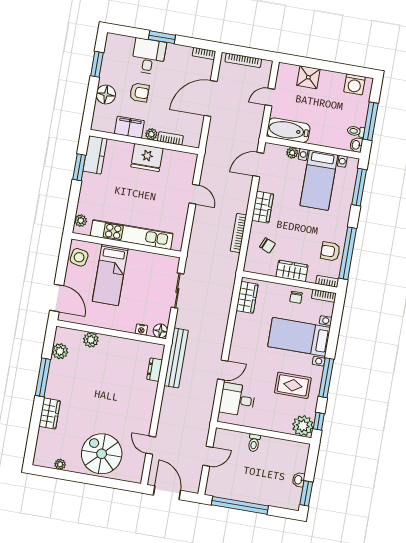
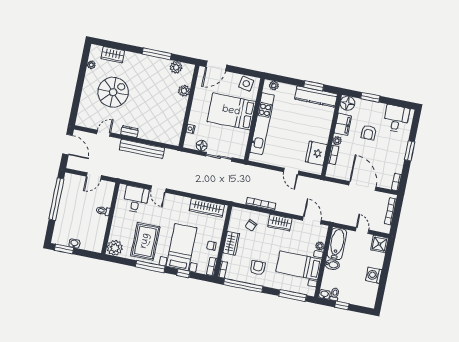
desk: (149, 56) -> (396, 119), moved, turned -90
window: (97, 64) -> (370, 97), moved
shower: (308, 77) -> (379, 244), moved
washing machine: (355, 84) -> (374, 275), moved
floor lamp: (106, 94) -> (347, 103), moved
window: (371, 121) -> (342, 306), width x0.46
bidet: (316, 136) -> (332, 265), added
kitchen counter: (95, 155) -> (316, 97), width x1.50
fridge: (147, 158) -> (316, 153), moved
door: (194, 194) -> (291, 171), hinge flipped
armchair: (330, 251) -> (258, 268), moved
bed: (110, 275) -> (231, 111), width x1.50
wardrobe: (247, 297) -> (207, 208), width x1.50
floor lamp: (160, 331) -> (202, 146), moved
bench: (176, 358) -> (142, 149), moved
dresser: (155, 370) -> (129, 132), moved
rug: (293, 385) -> (145, 241), width x1.36, depth x1.43
wardrobe: (50, 414) -> (113, 55), moved
window: (319, 421) -> (183, 273), moved
spiral stairs: (102, 454) -> (113, 92), moved
door: (208, 456) -> (94, 176), hinge flipped
door: (167, 493) -> (67, 144), hinge flipped

